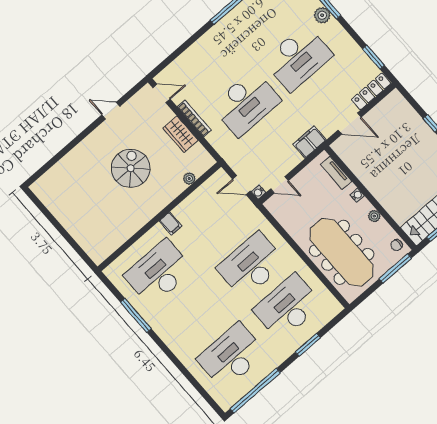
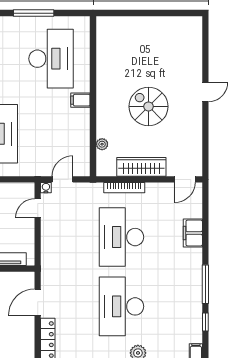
door: (111, 111) -> (205, 92), moved
bookcase: (194, 119) -> (124, 188), moved
wardrobe: (180, 134) -> (141, 167), width x1.50
filing cabinet: (310, 142) -> (193, 233), moved, turned 180
spiral stairs: (131, 168) -> (149, 106), turned 180

